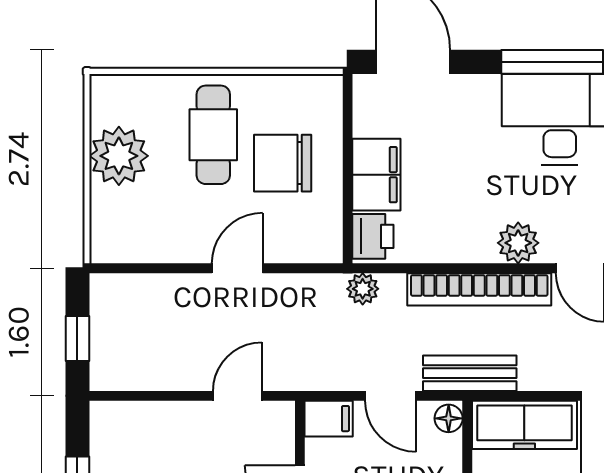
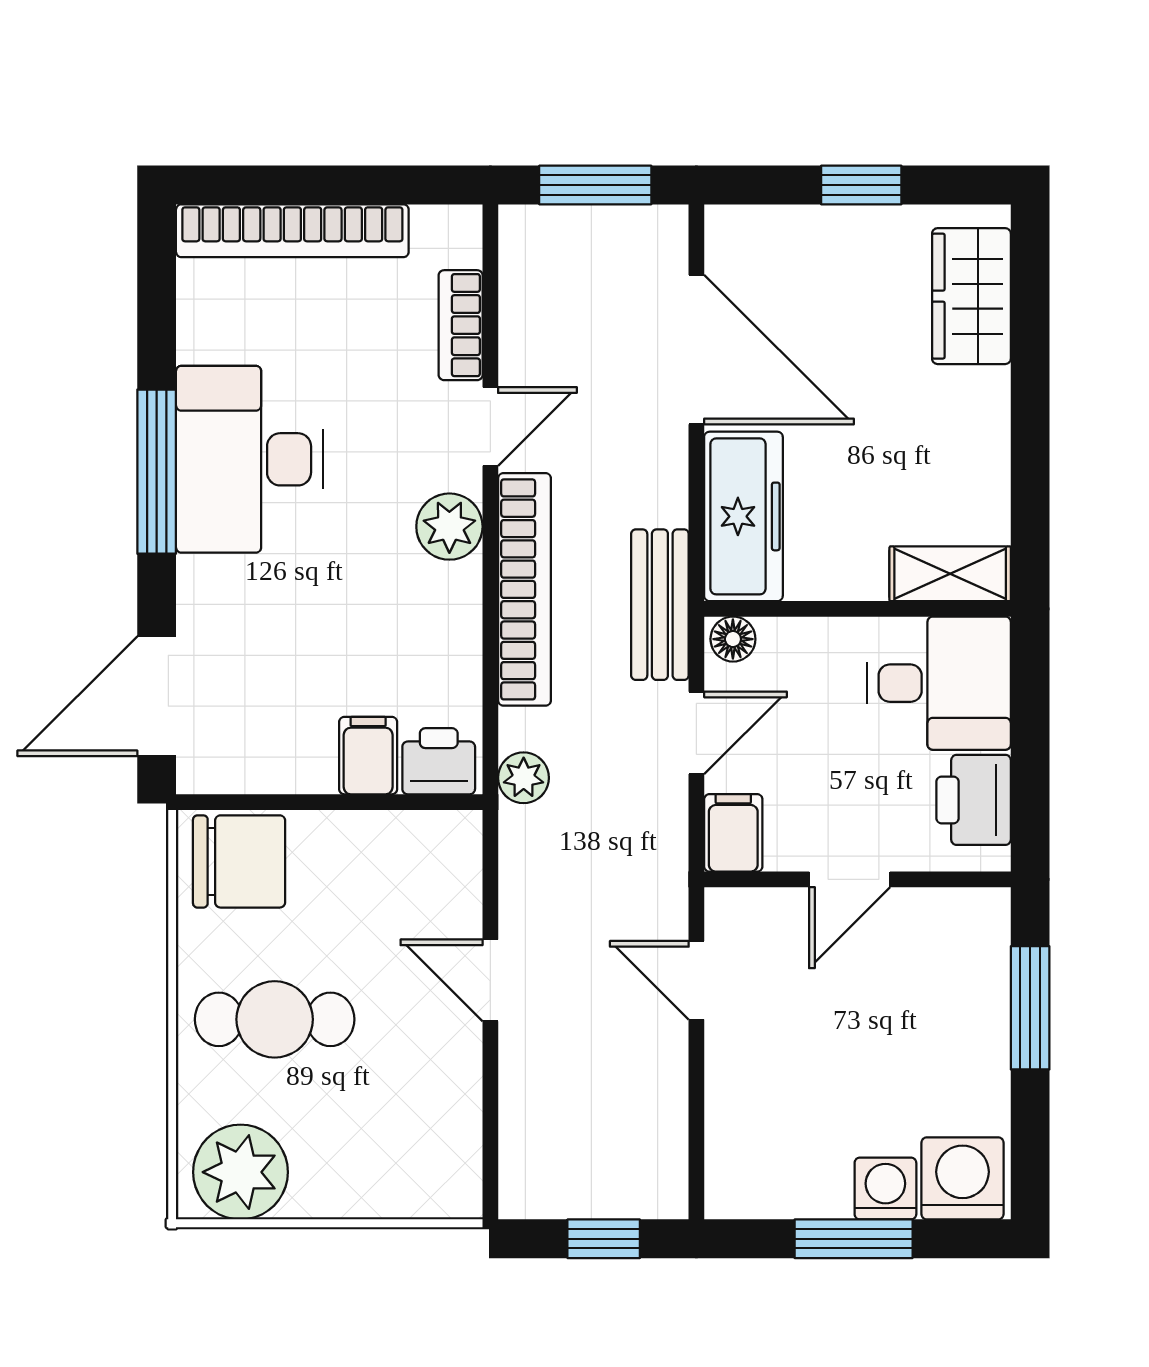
plant: (119, 156) -> (241, 1172), moved
chair: (283, 163) -> (239, 861), moved, turned -90
filing cabinet: (376, 175) -> (368, 756), width x0.50

